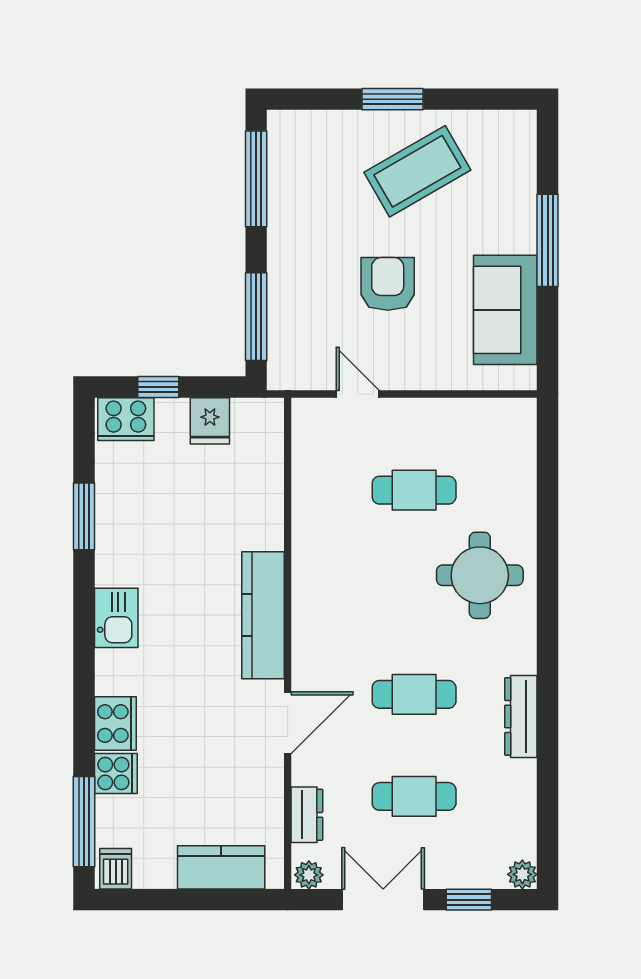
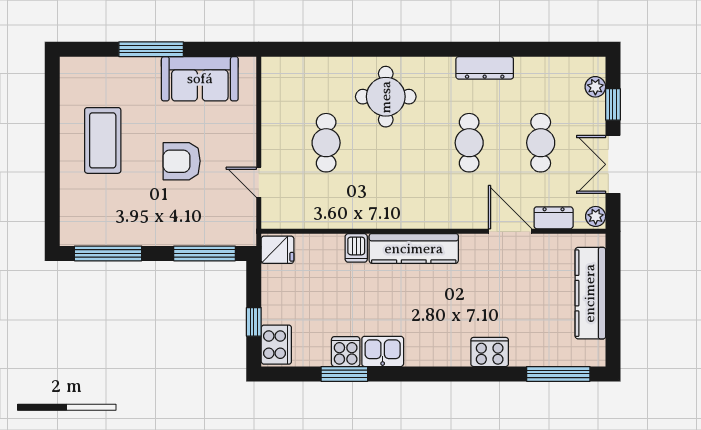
window: (392, 99) -> (52, 158), removed
coffee table: (417, 171) -> (103, 140), turned 30
door: (358, 394) -> (259, 182), hinge flipped
fridge: (210, 421) -> (278, 250), moved
kitchen sink: (116, 618) -> (383, 351), moved
door: (288, 723) -> (510, 231), moved
cooker: (116, 773) -> (346, 352), moved
kitchen counter: (221, 867) -> (590, 293), width x1.50
dishwasher: (116, 869) -> (356, 248), moved, turned -90
plant: (522, 874) -> (595, 87), moved

